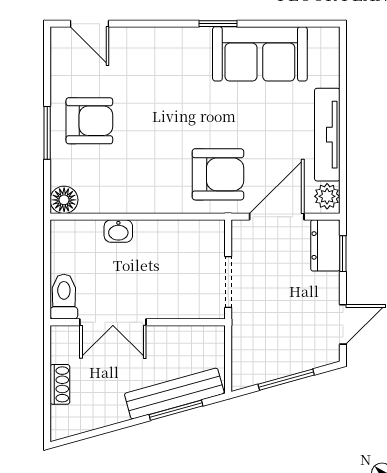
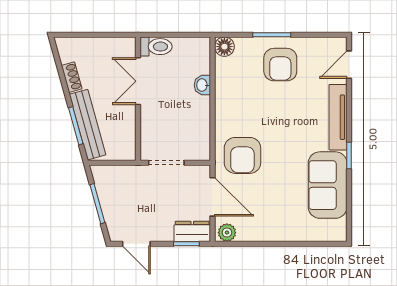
tv unit: (327, 135) -> (338, 117), moved, turned -90
shoe rack: (60, 384) -> (72, 77), moved, turned -106

